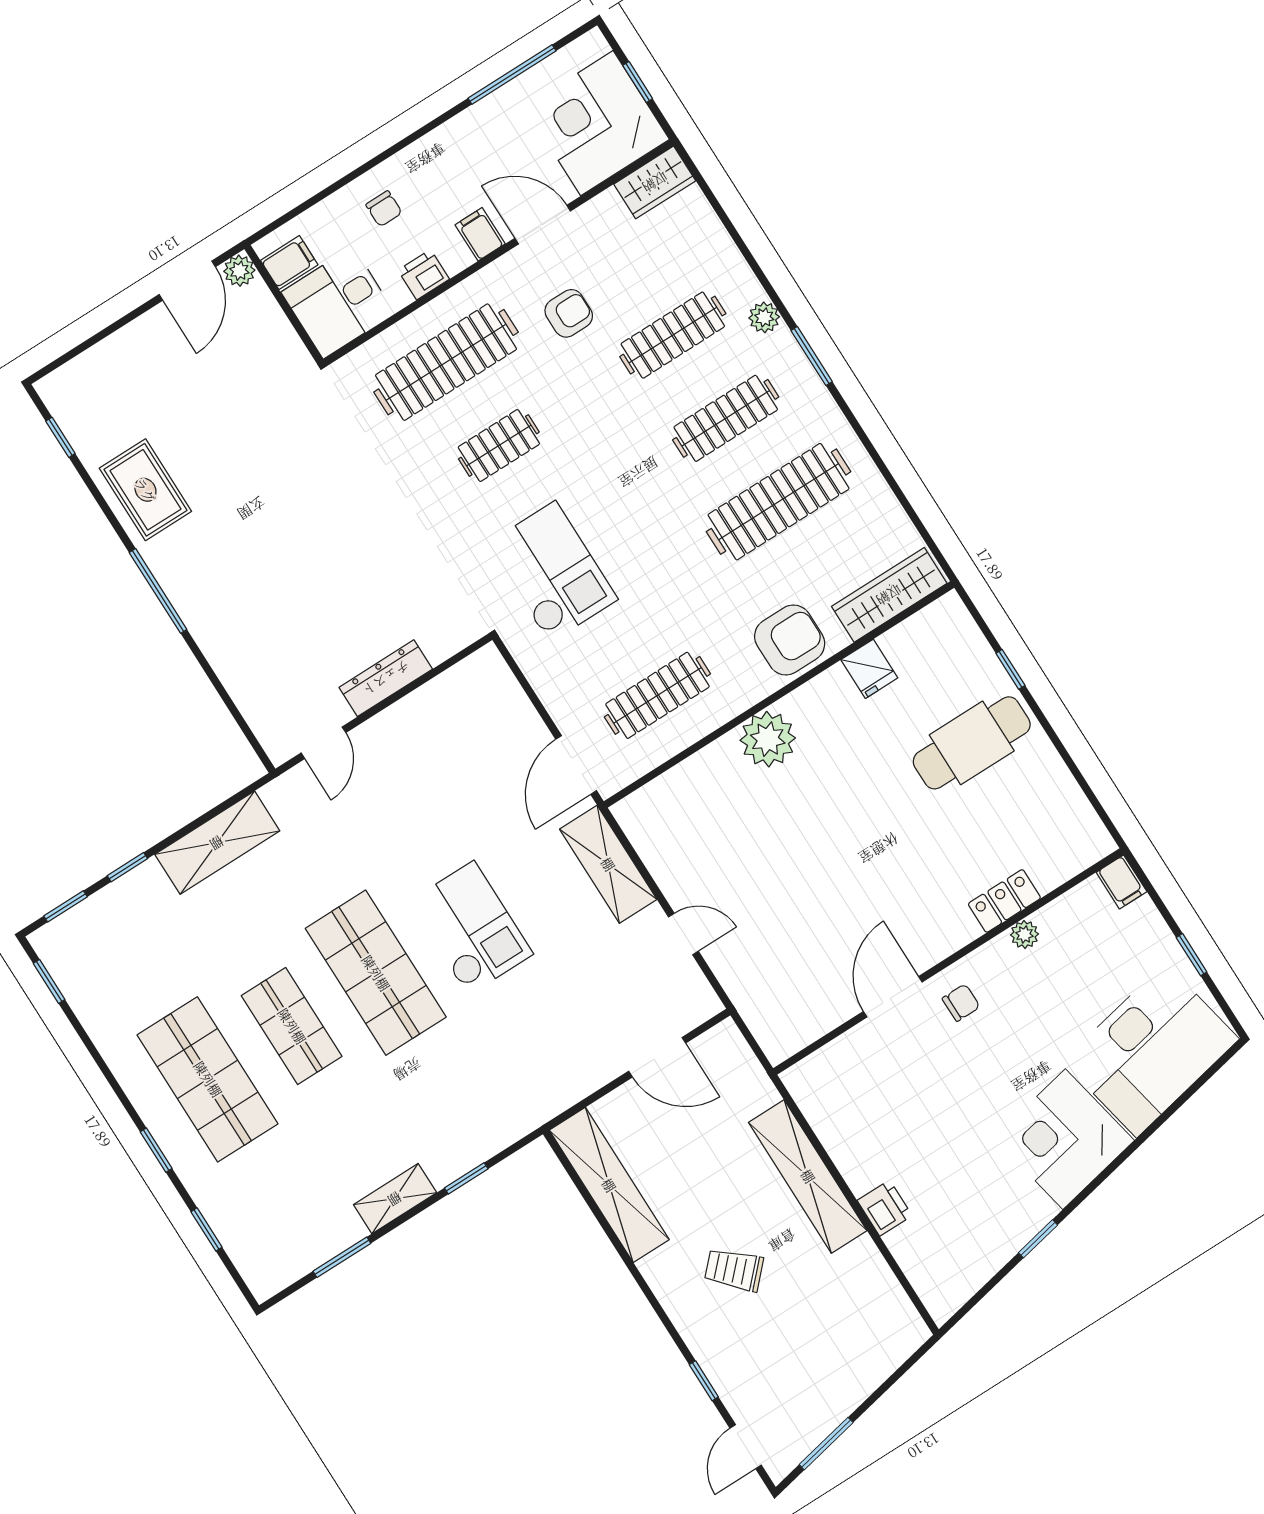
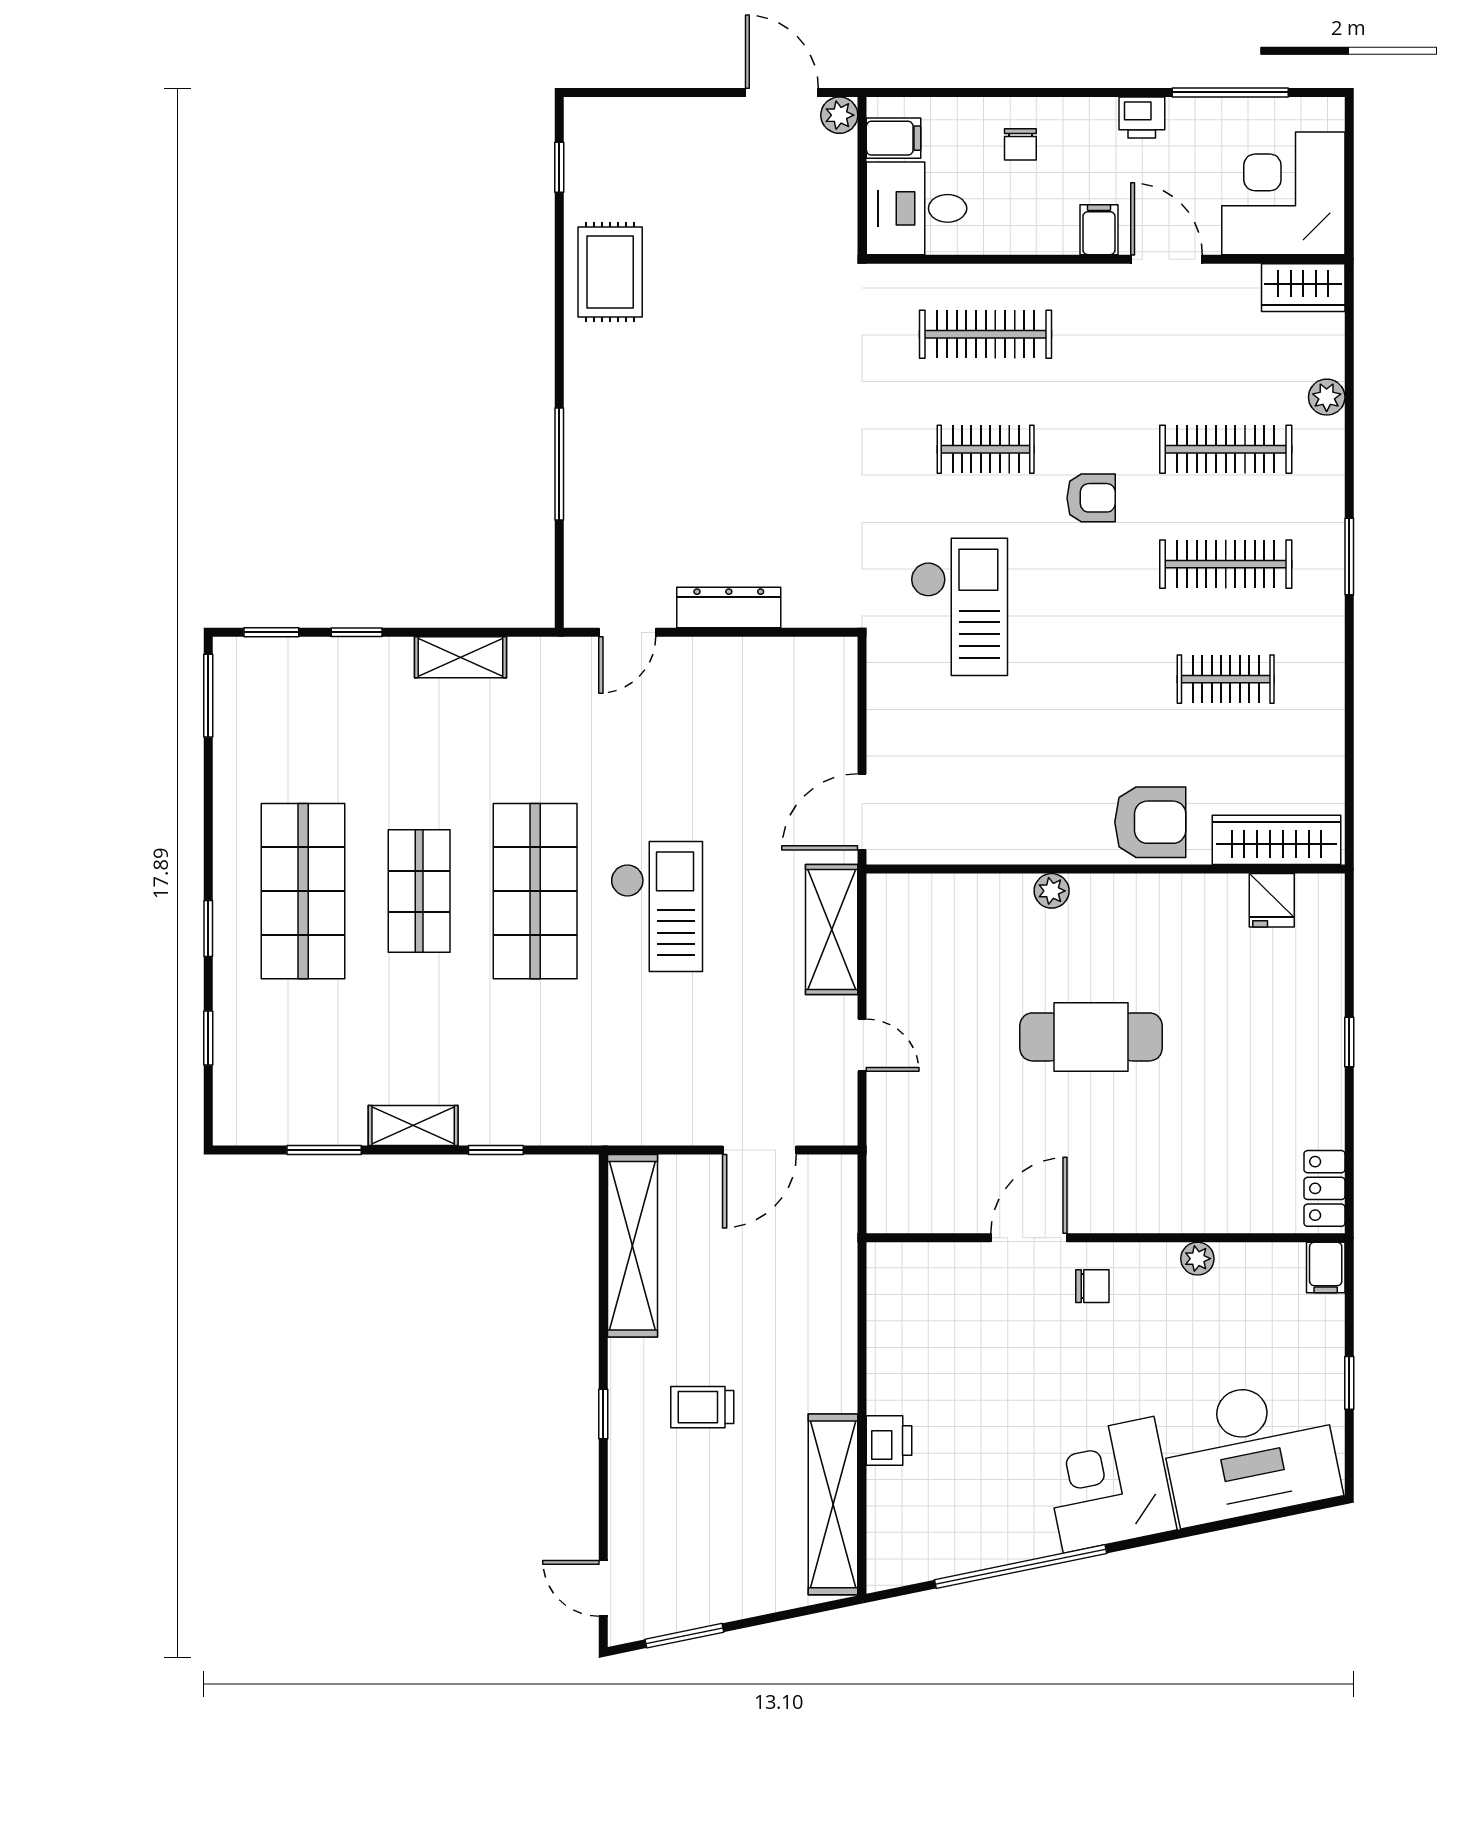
window: (638, 82) -> (1349, 178), removed
printer: (424, 275) -> (1142, 117), moved, turned 180
door: (187, 281) -> (782, 92), swing flipped
armchair: (569, 313) -> (1091, 498), moved
plant: (764, 317) -> (1327, 397), moved
clothes rail: (446, 362) -> (986, 334), width x0.73, depth x0.76
clothes rail: (779, 502) -> (1226, 679), width x0.54, depth x0.76
window: (158, 591) -> (559, 464), moved
fridge: (869, 669) -> (1272, 900), moved
window: (1010, 669) -> (1349, 1042), moved
clothes rail: (657, 695) -> (986, 794), removed
plant: (768, 739) -> (1052, 891), width x0.53, depth x0.53
cafe table: (972, 743) -> (1091, 1037), moved
shelving: (217, 843) -> (460, 657), width x0.67, depth x0.75
locker: (1004, 901) -> (1324, 1188), moved, turned -90
window: (49, 981) -> (208, 696), width x1.50
door: (657, 1057) -> (759, 1150), hinge flipped
shelving: (808, 1176) -> (833, 1504), moved
window: (1038, 1239) -> (1021, 1567), width x3.17
trolley: (734, 1270) -> (702, 1407), turned -44
window: (704, 1381) -> (603, 1414), moved
door: (746, 1447) -> (603, 1588), hinge flipped

